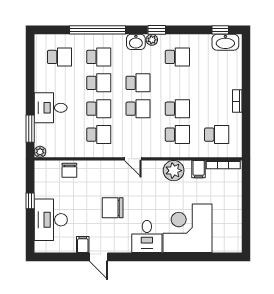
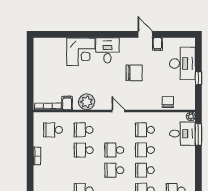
desk: (51, 108) -> (182, 134), moved
corner desk: (187, 228) -> (81, 52), width x0.74, depth x0.74

